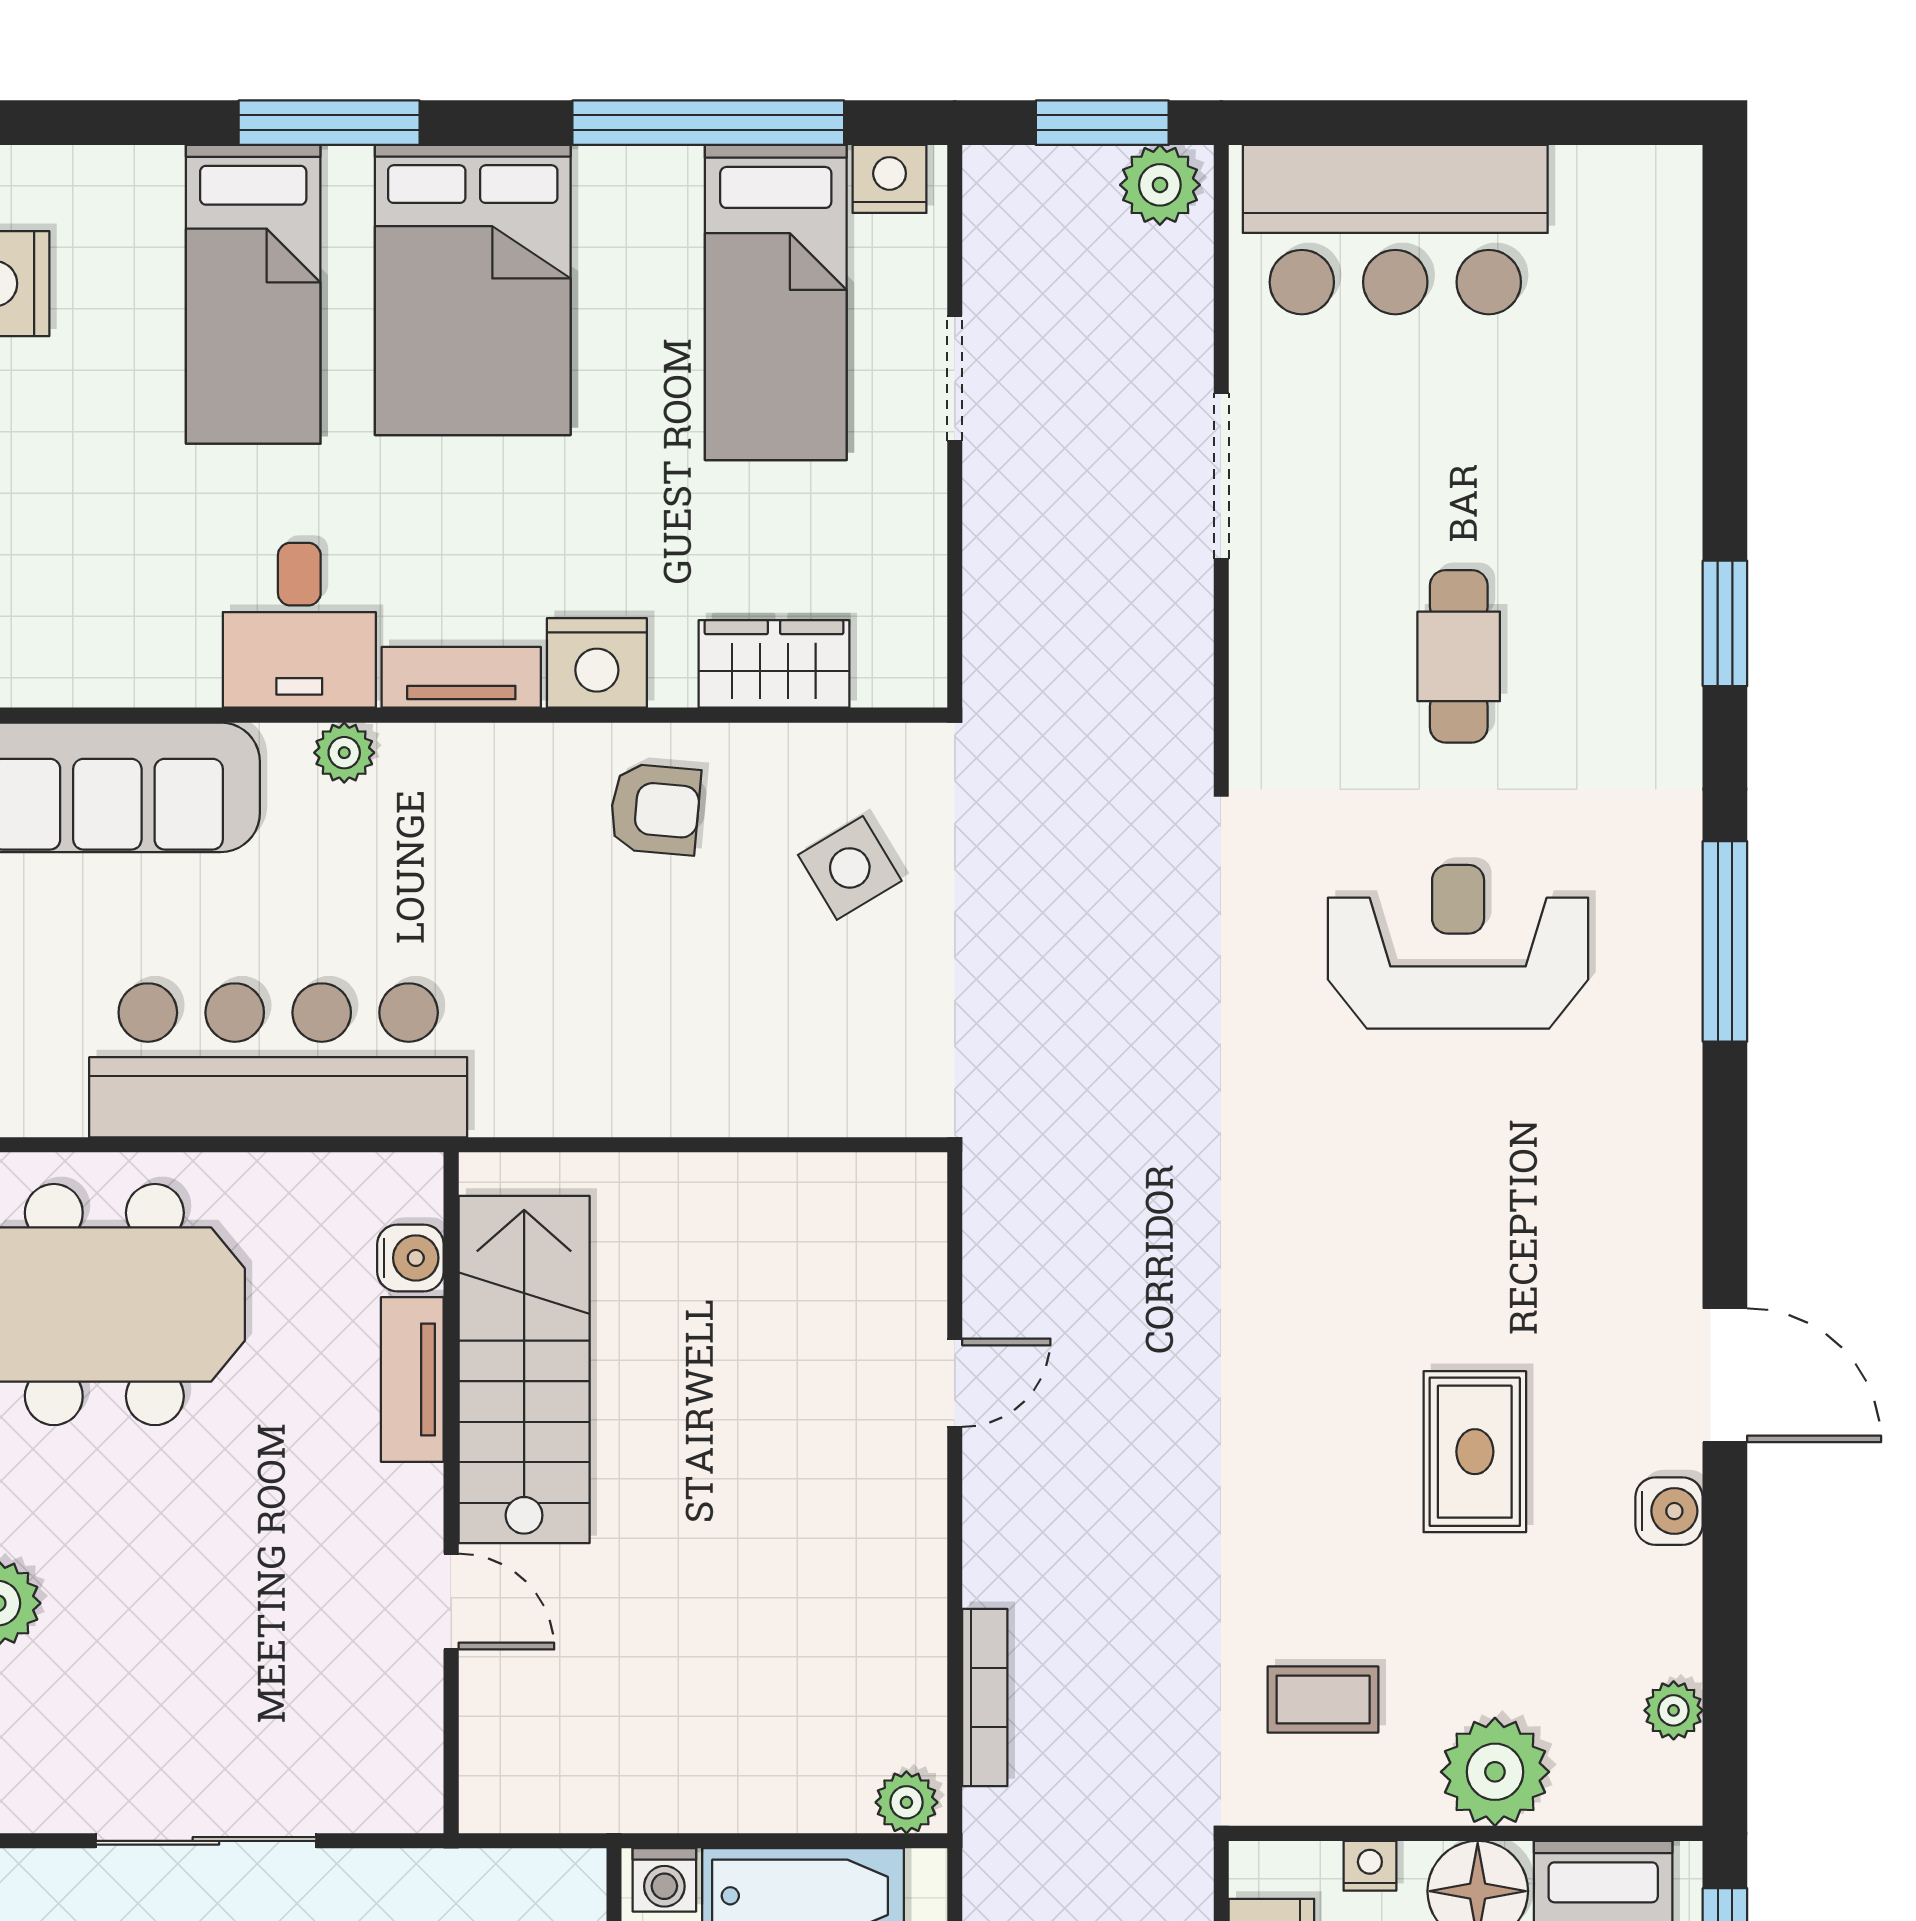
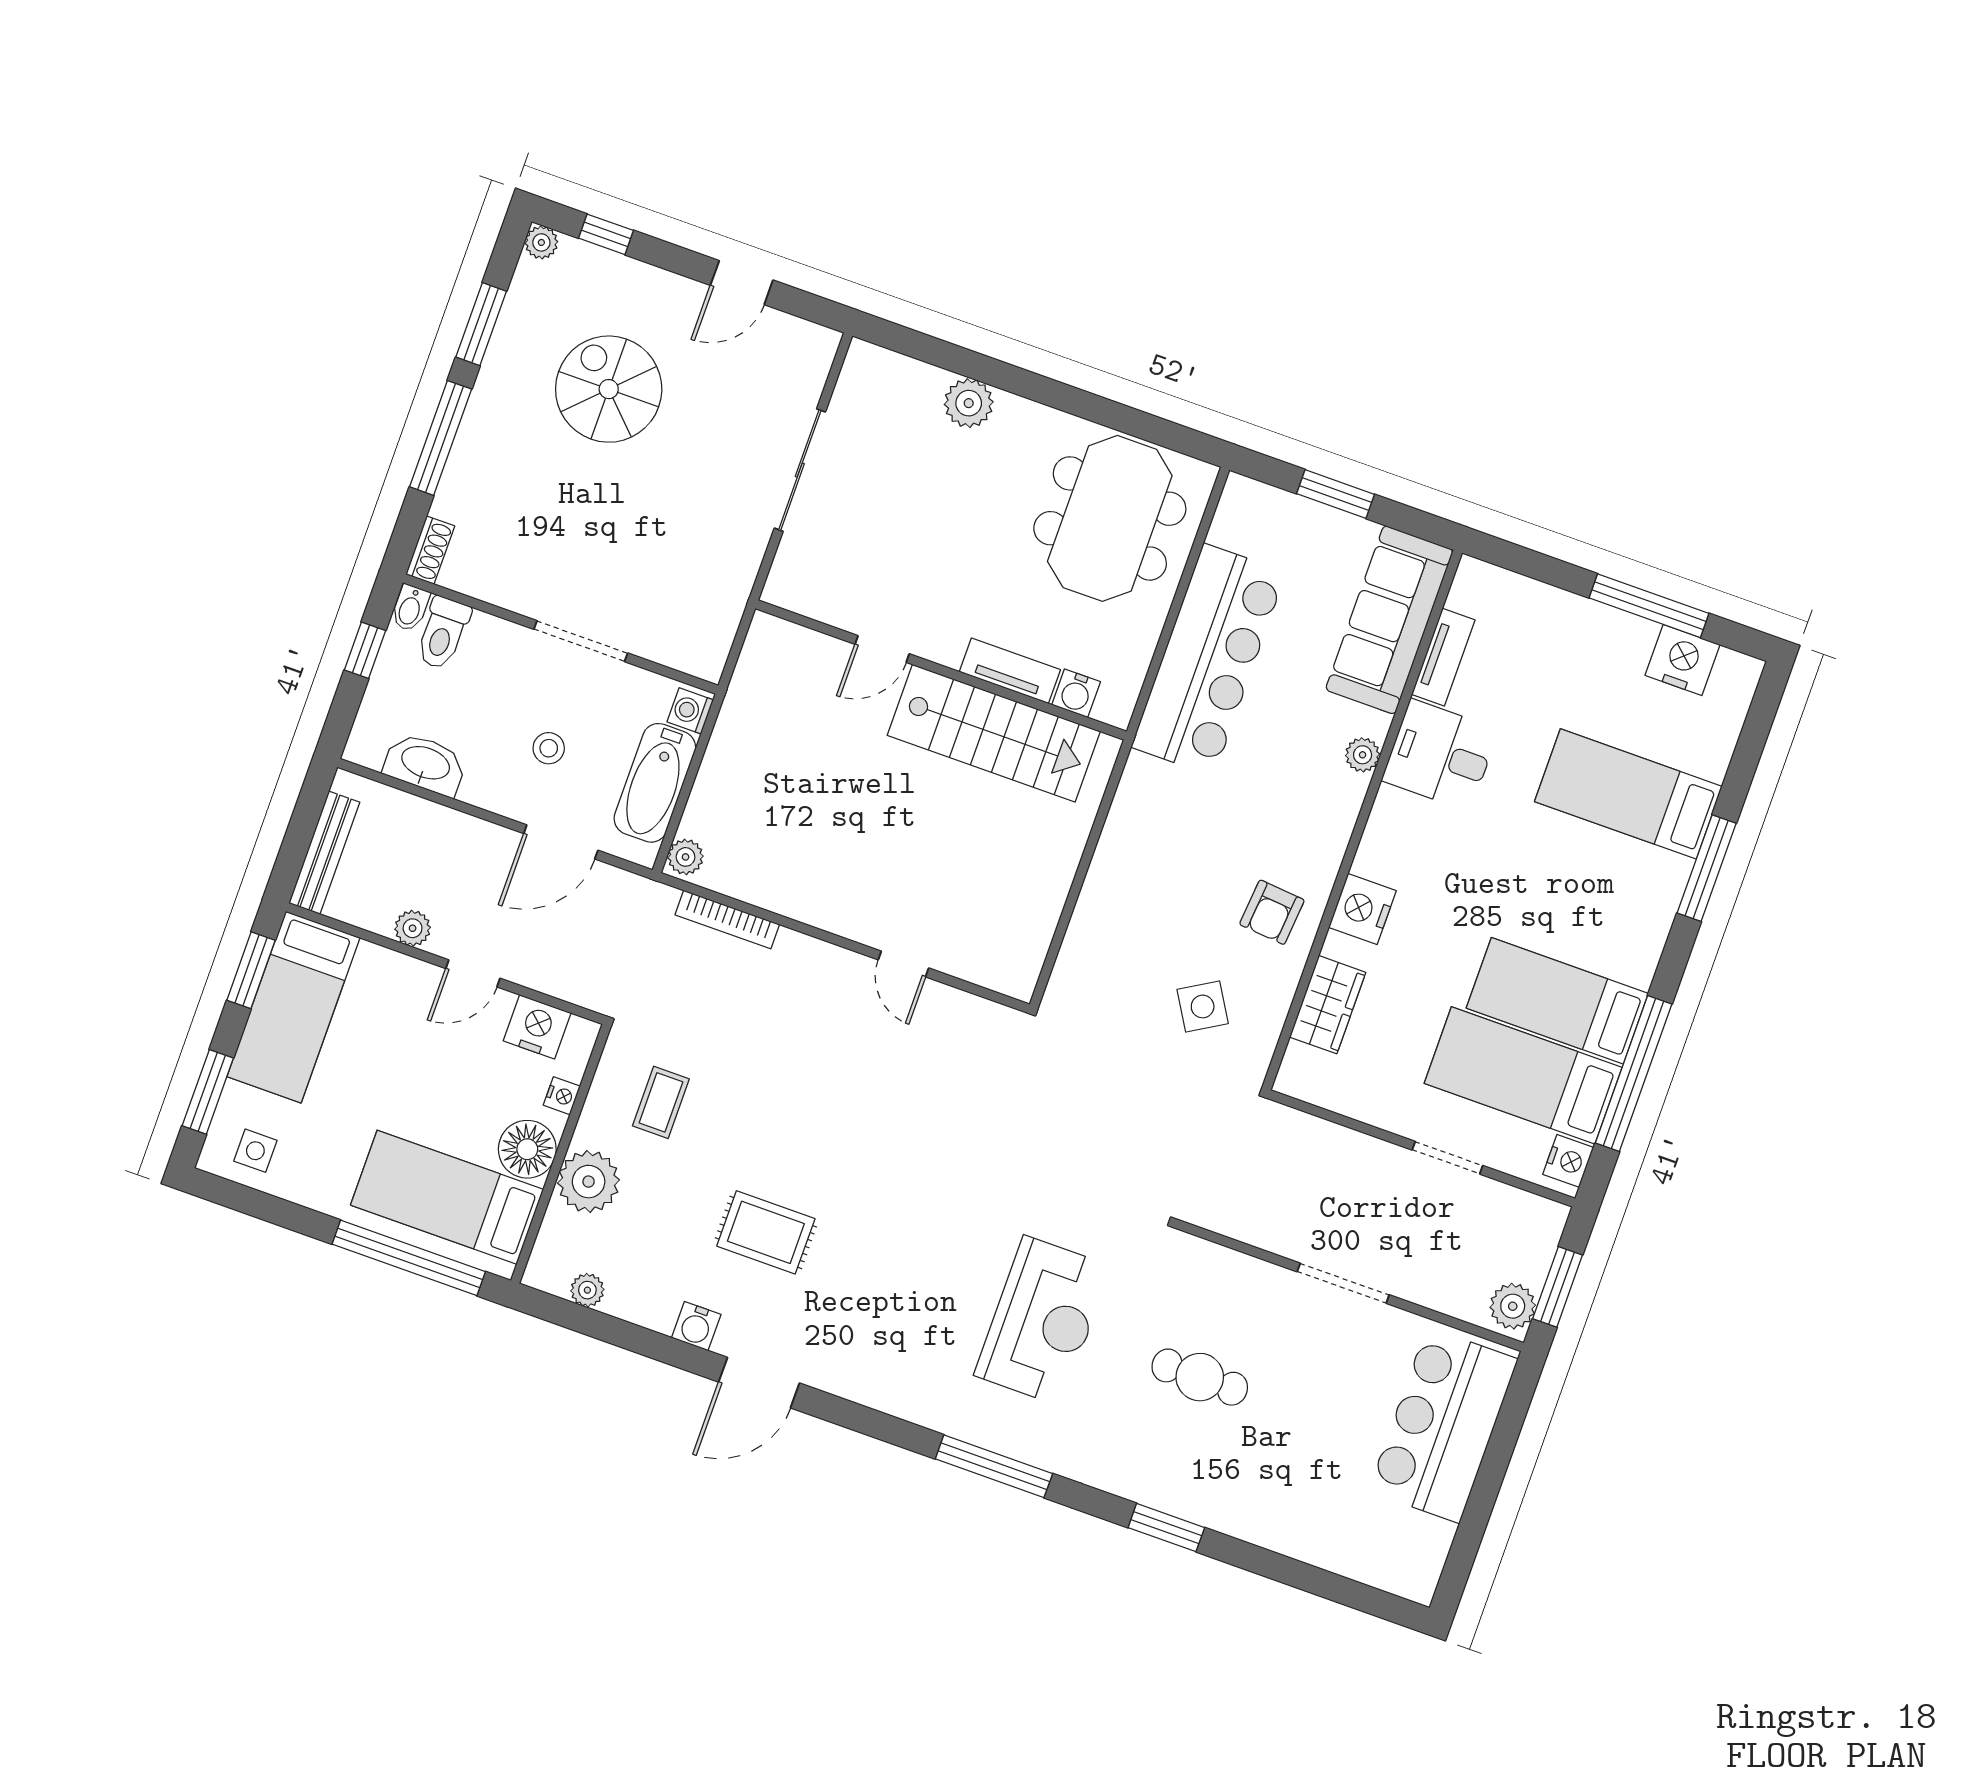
bed: (473, 290) -> (1557, 1001), moved, width x0.67
tv unit: (461, 677) -> (1443, 657), moved

